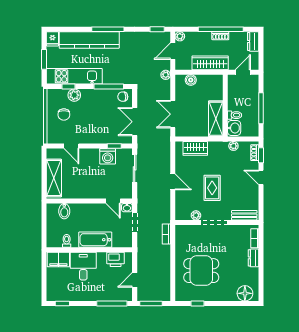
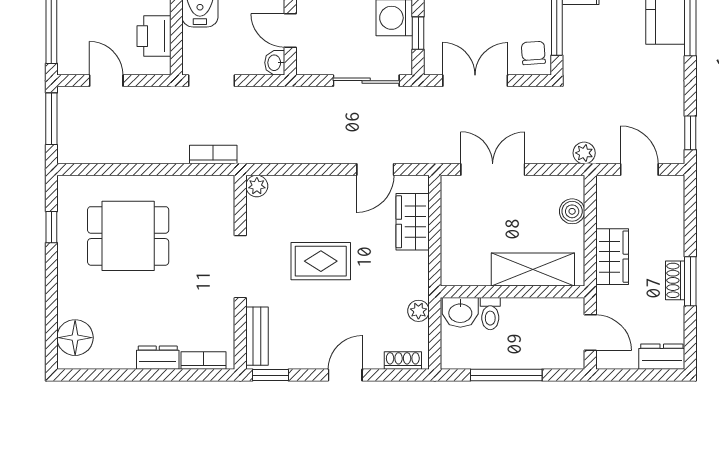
window: (221, 29) -> (690, 281), width x0.47
plant: (180, 36) -> (674, 186), removed
wardrobe: (210, 63) -> (612, 257), width x0.67
shelving: (216, 119) -> (533, 270), moved
window: (261, 155) -> (270, 375), moved
door: (173, 182) -> (375, 170), moved
door: (113, 201) -> (290, 30), hinge flipped
plant: (196, 215) -> (257, 186), moved
doorway: (135, 223) -> (211, 81), moved
dining table: (201, 271) -> (128, 236), turned 90

